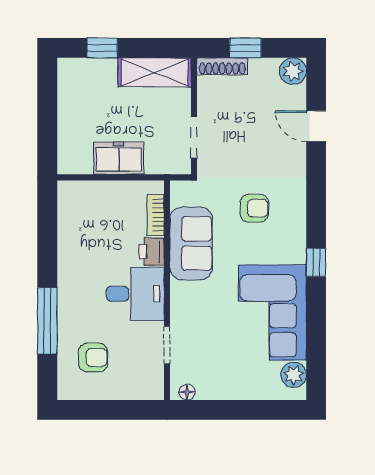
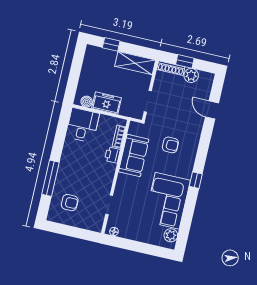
plant: (293, 71) -> (191, 75), moved
boiler: (81, 164) -> (87, 102), added
desk: (135, 294) -> (83, 125), moved, turned -90

